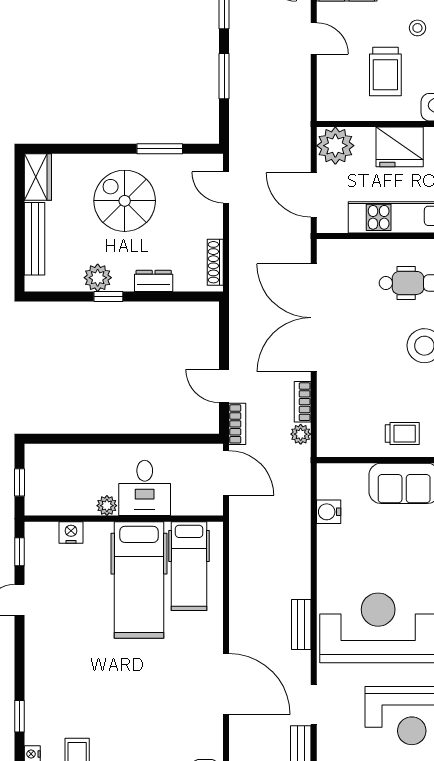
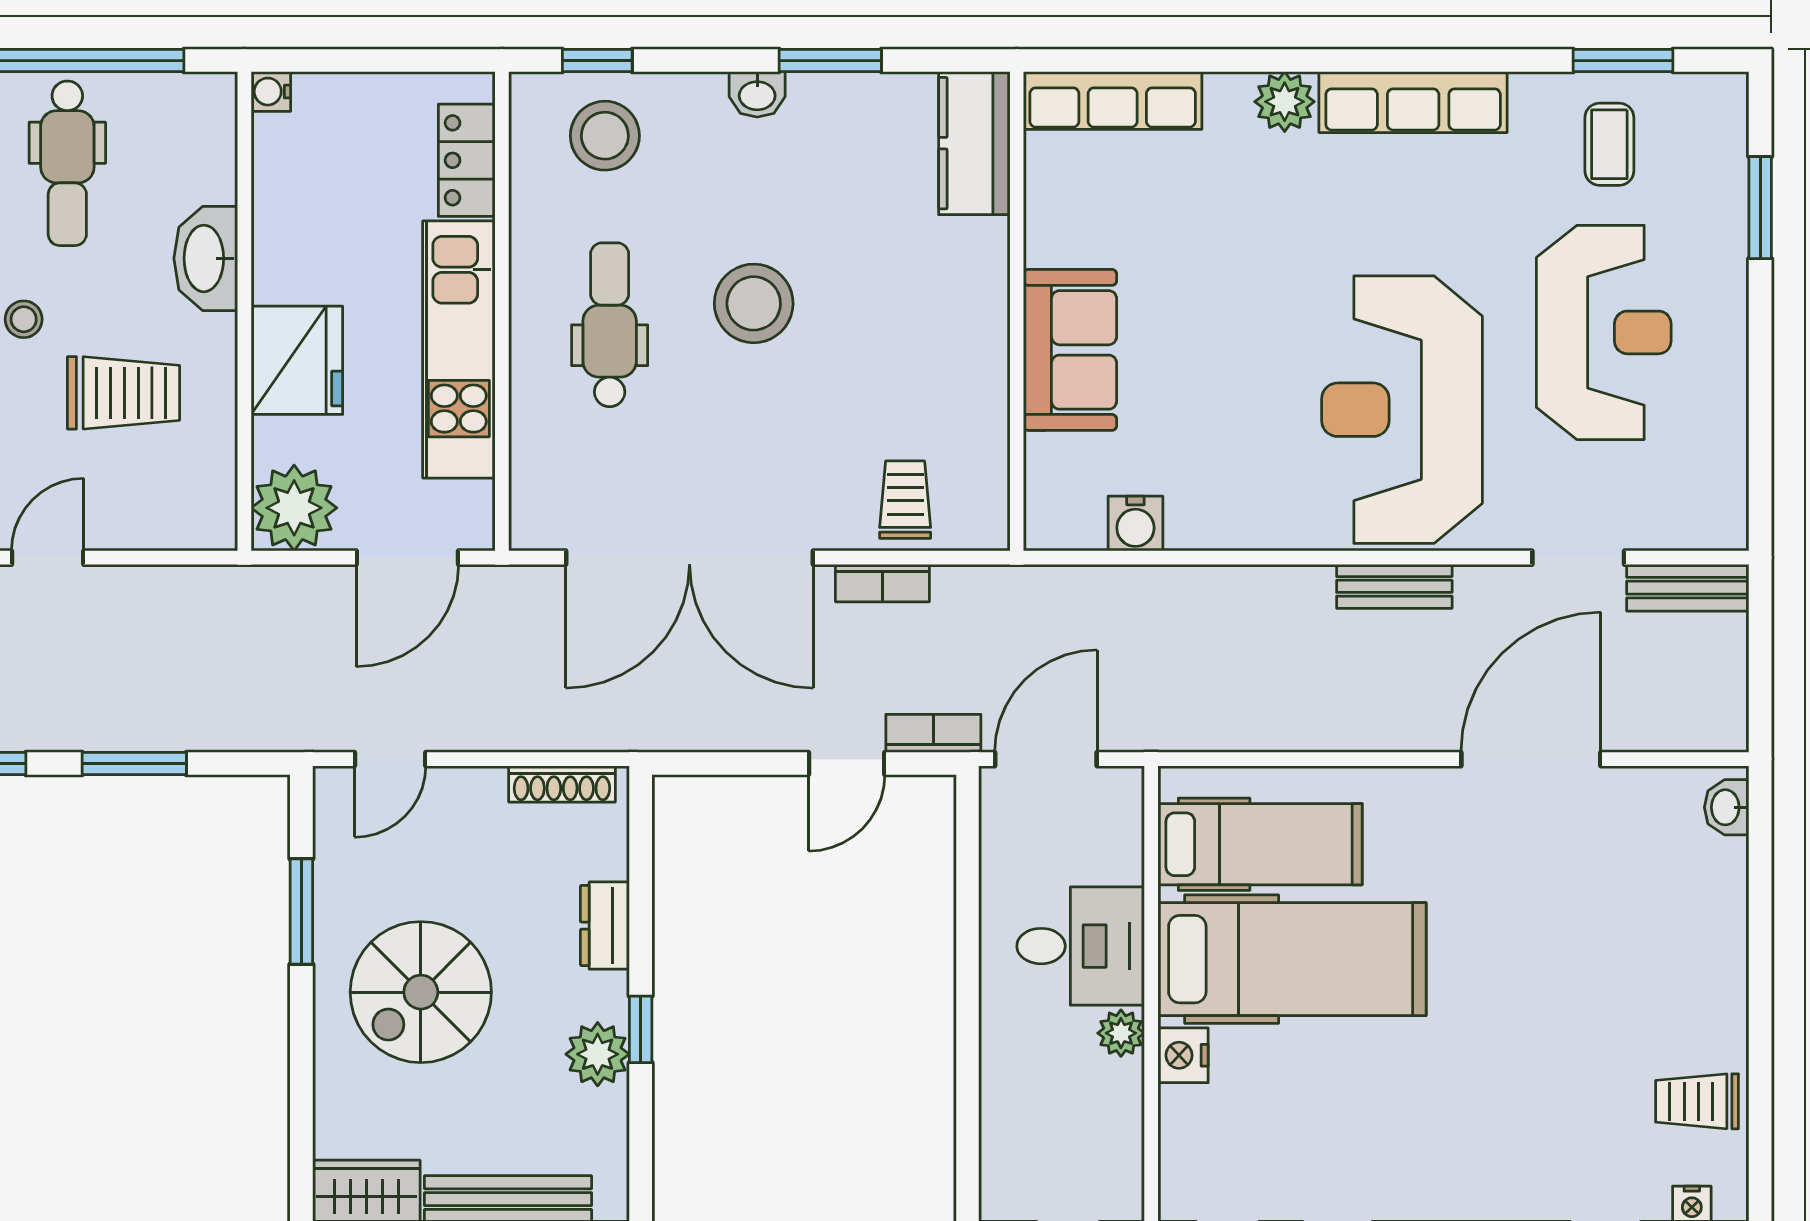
plant: (301, 434) -> (957, 588), removed
trolley: (402, 434) -> (905, 500), moved
nightstand: (71, 533) -> (1183, 1055), moved

